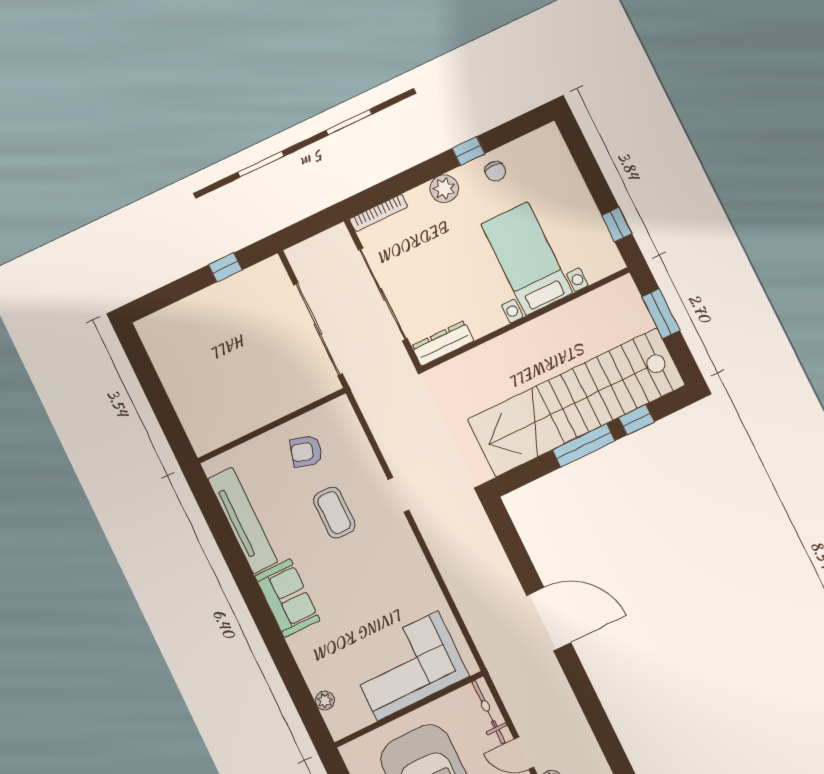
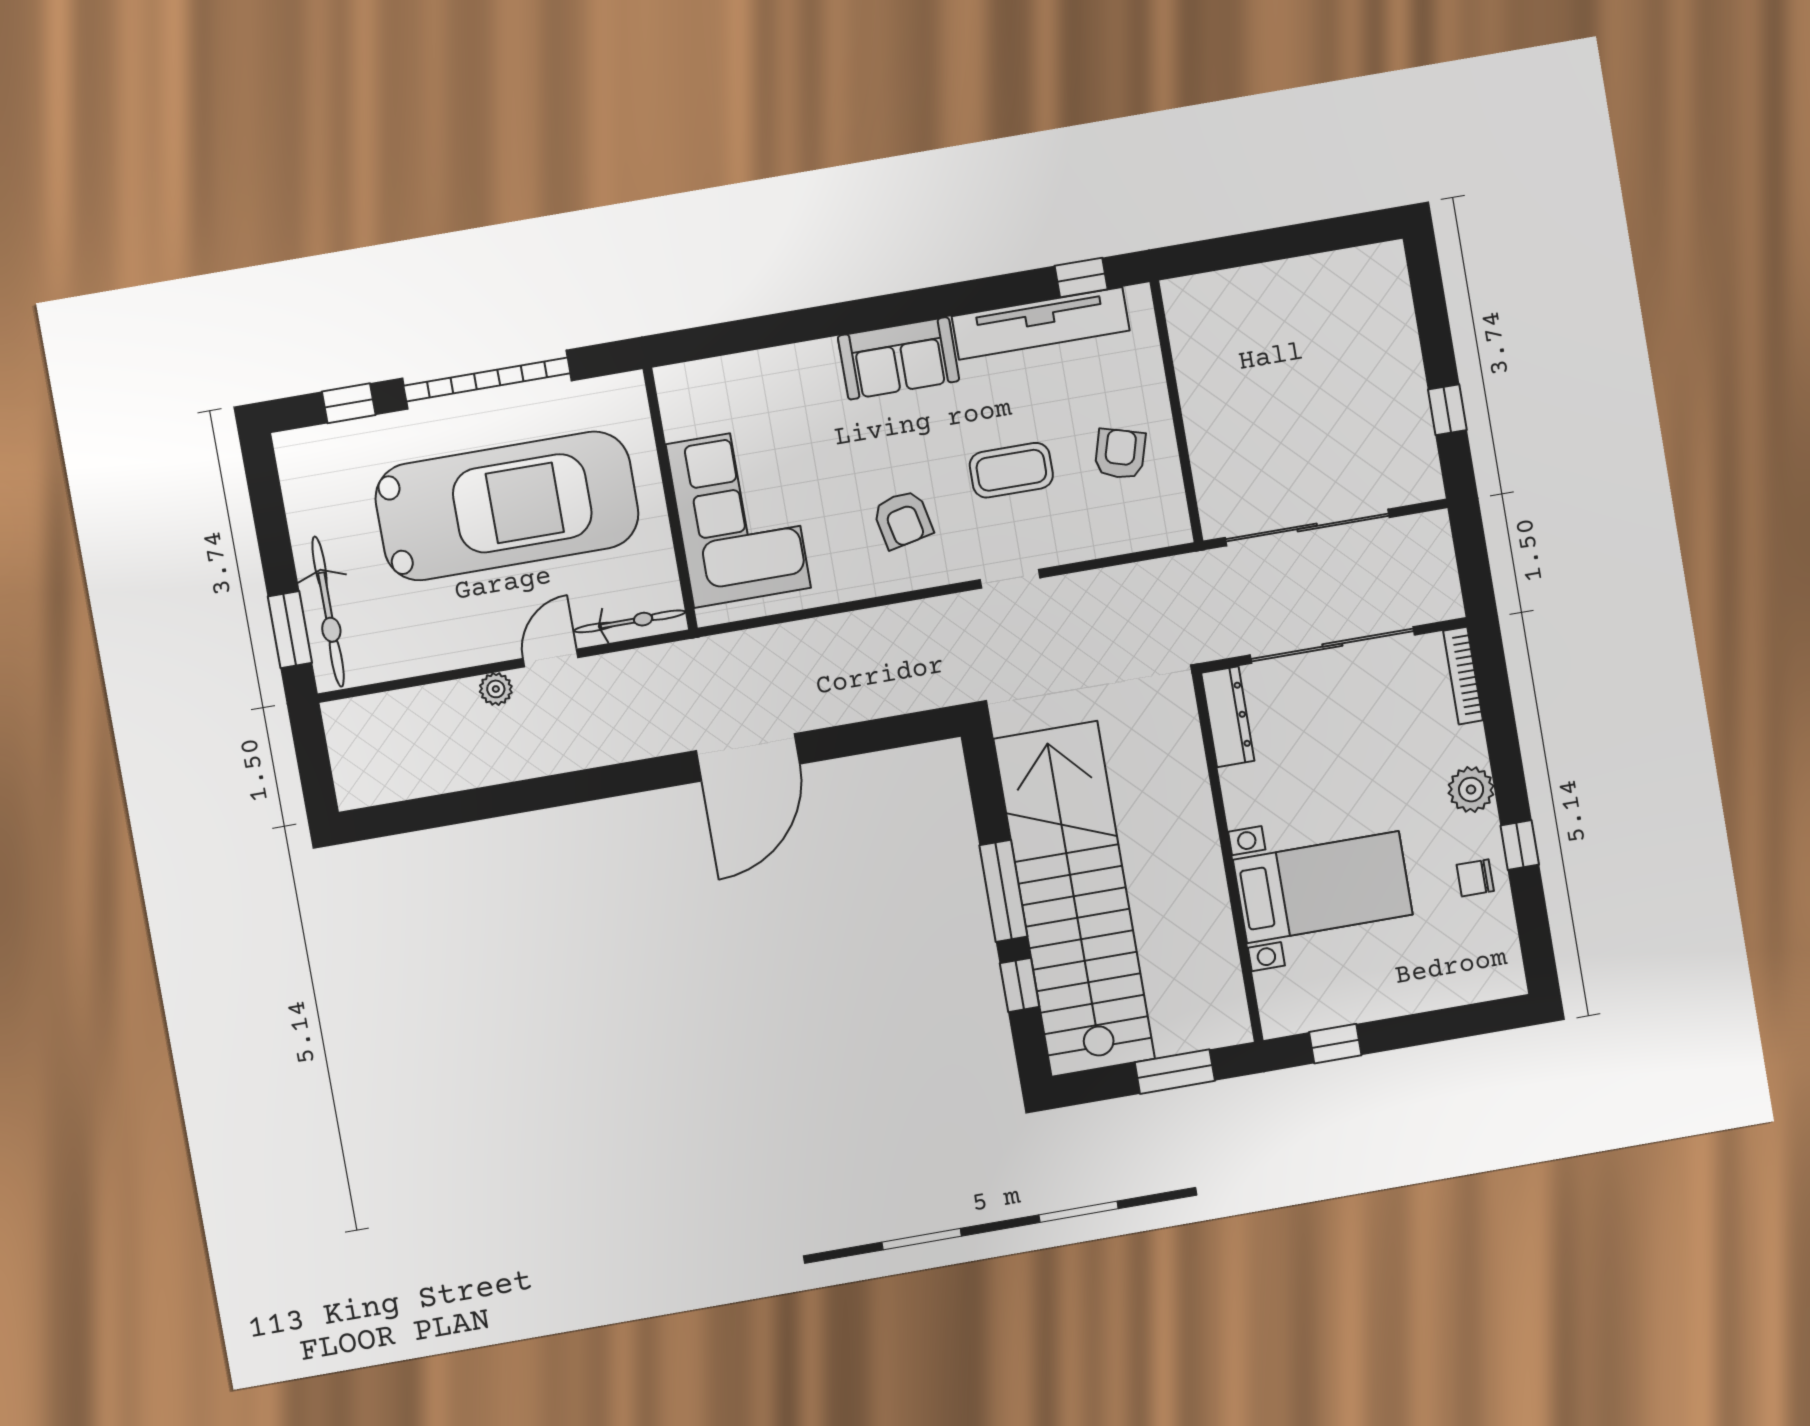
window: (209, 504) -> (1081, 277), added
armchair: (382, 568) -> (903, 519), added
plant: (325, 700) -> (722, 371), removed

